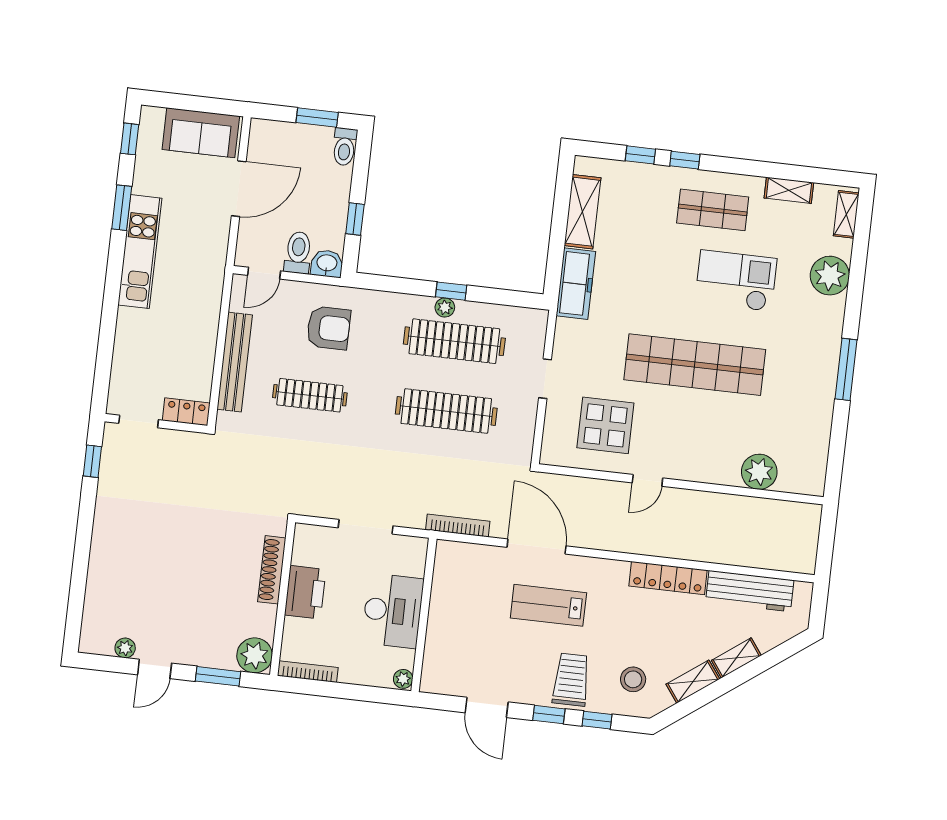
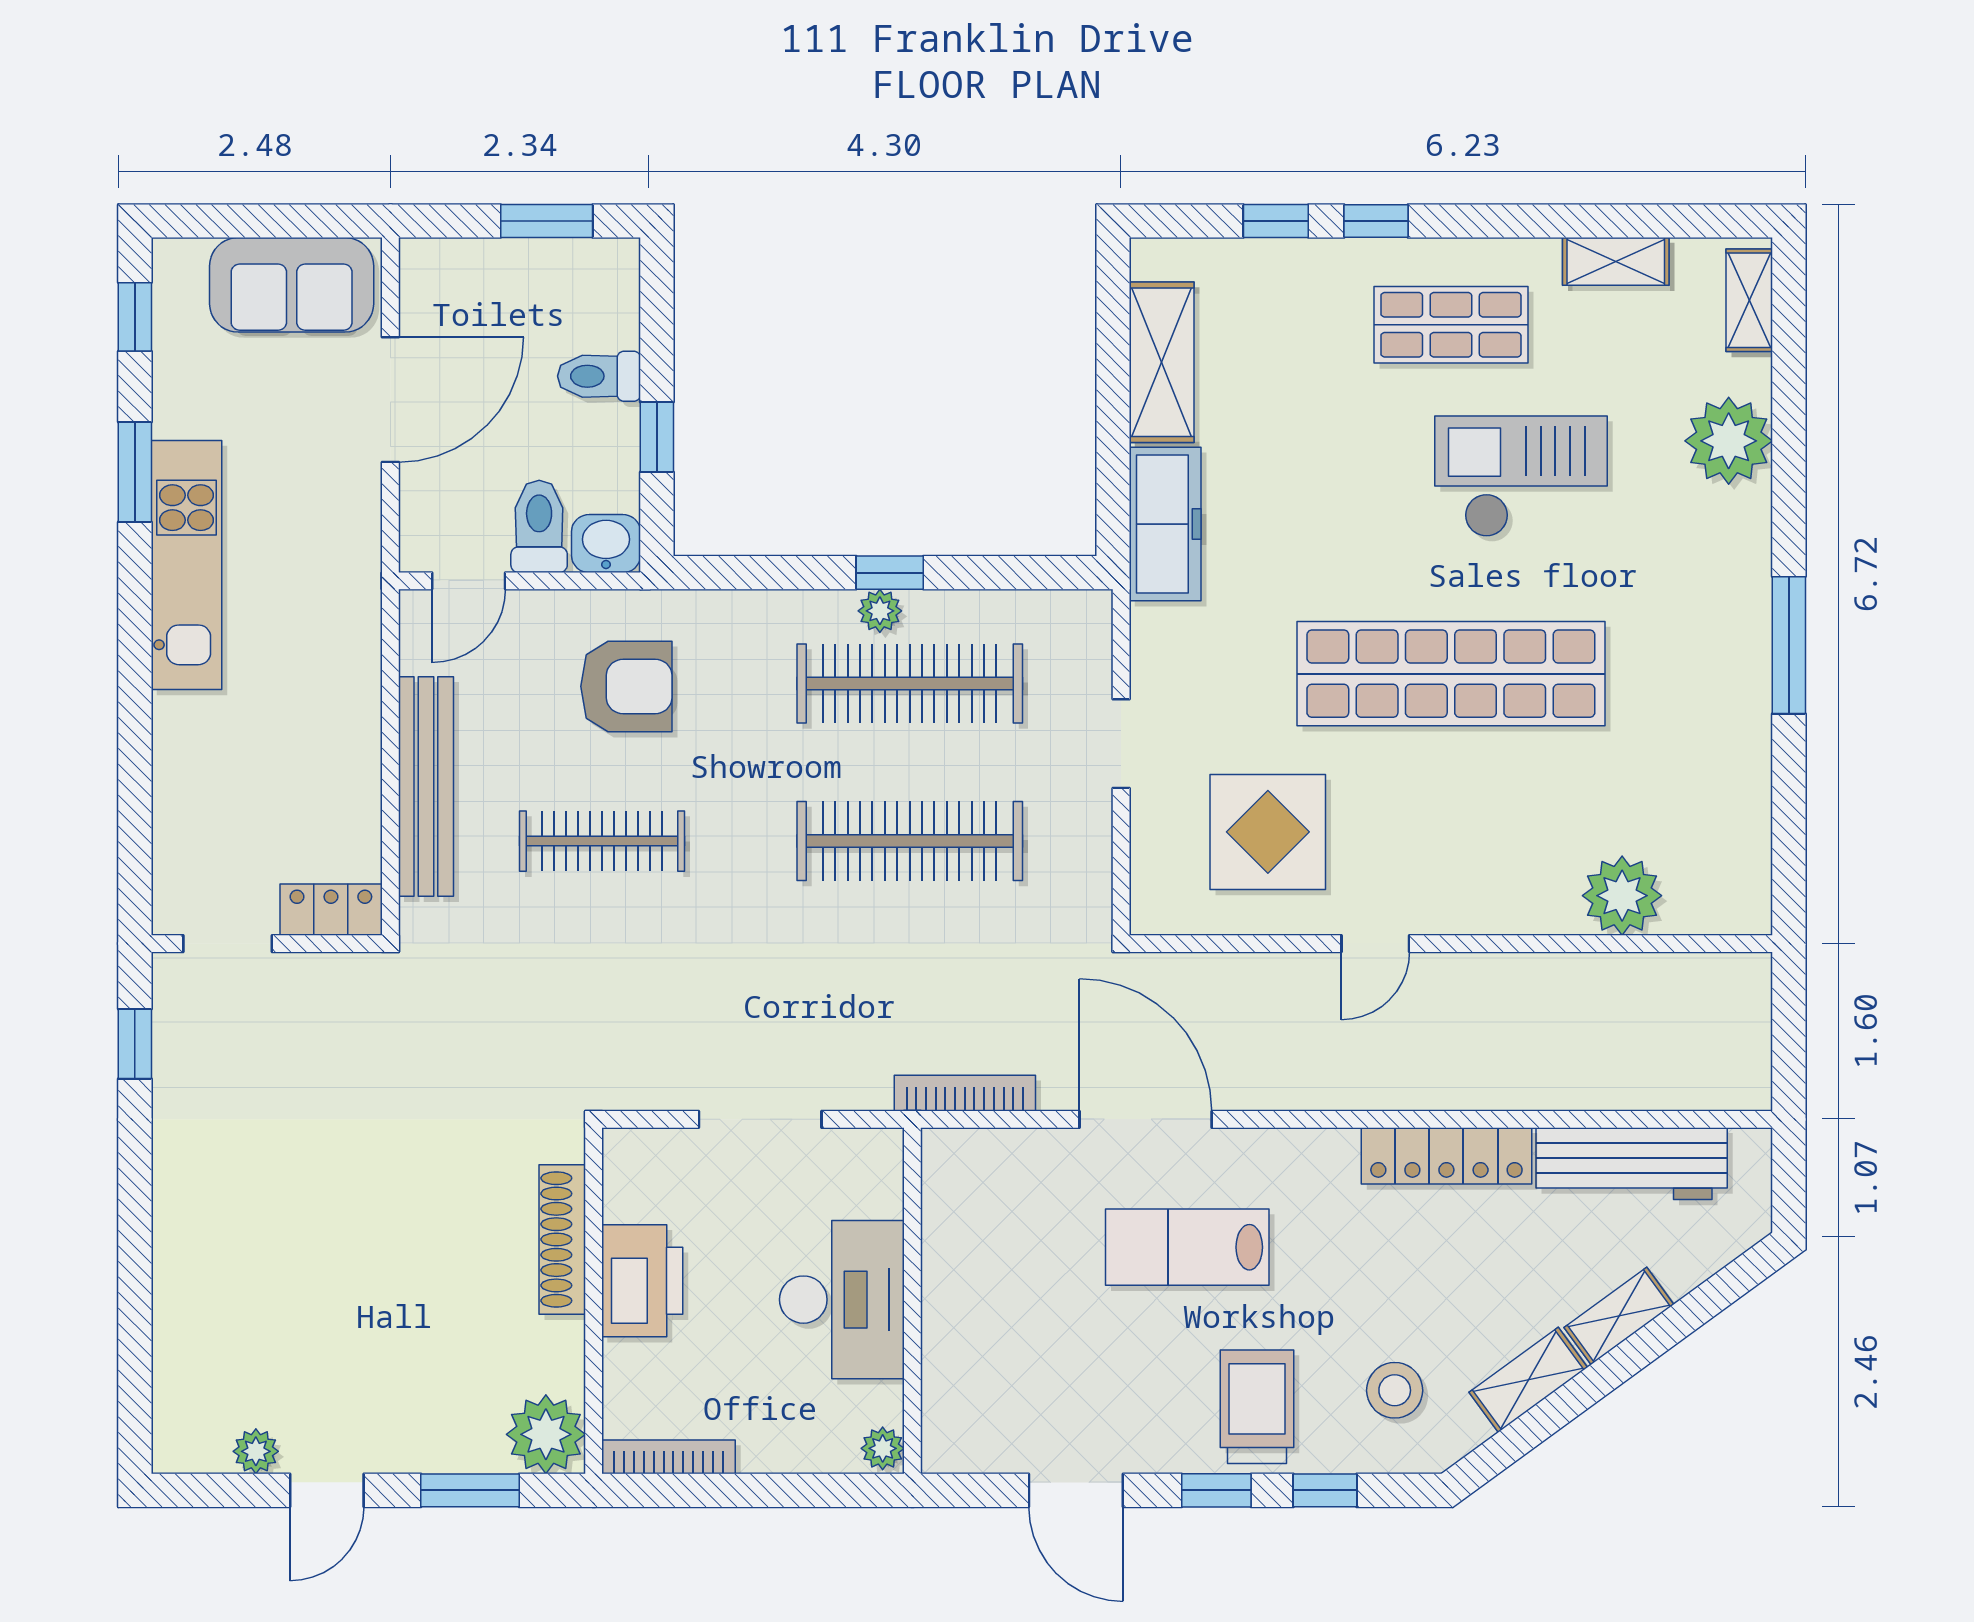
toilet: (345, 147) -> (599, 376), moved, turned 90

